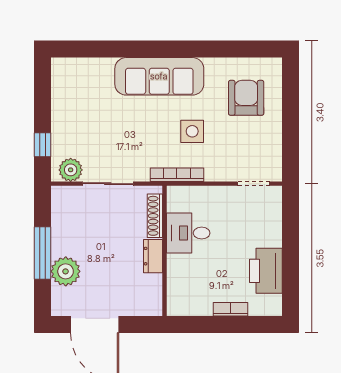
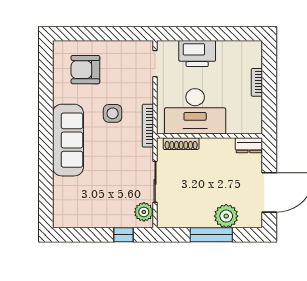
desk: (188, 233) -> (195, 111), width x1.87, depth x1.30
dresser: (153, 256) -> (249, 145), moved
printer: (266, 271) -> (197, 54), moved

